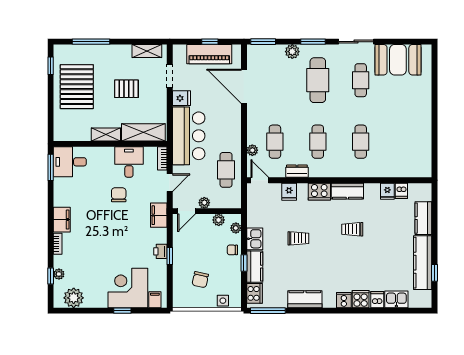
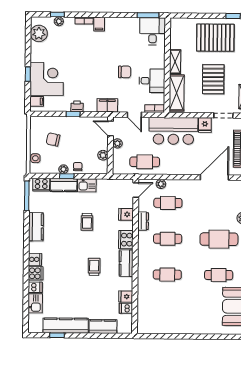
pallet: (126, 89) -> (213, 79), width x1.50, depth x1.42
filing cabinet: (62, 220) -> (99, 24), width x0.50
plant: (236, 228) -> (63, 169), moved

